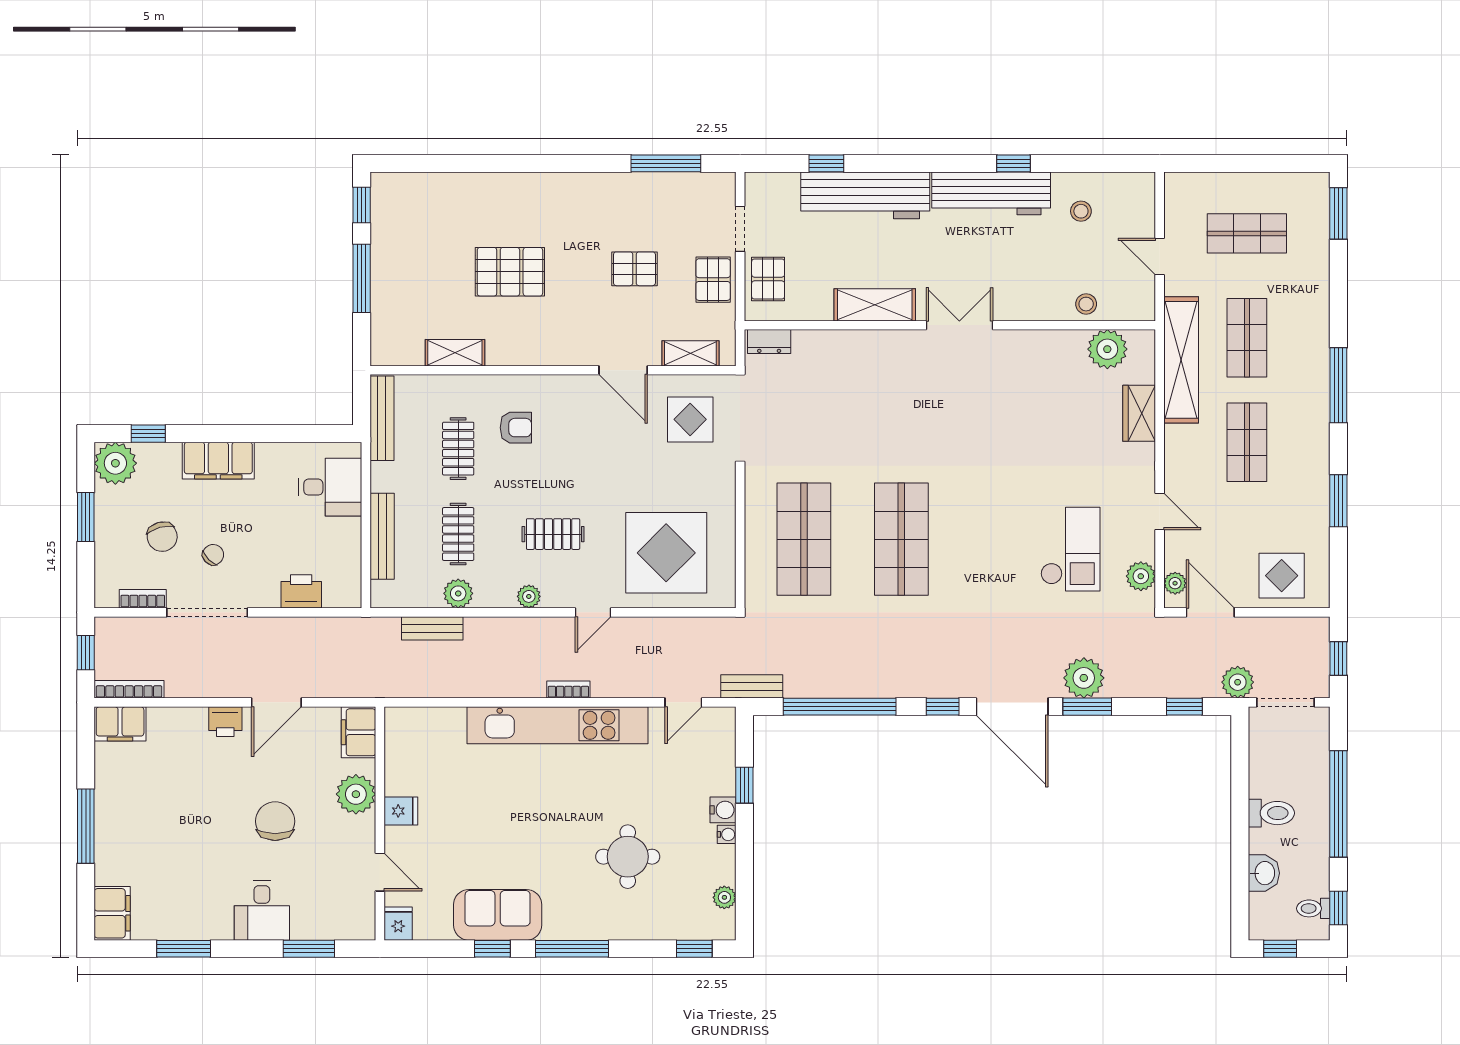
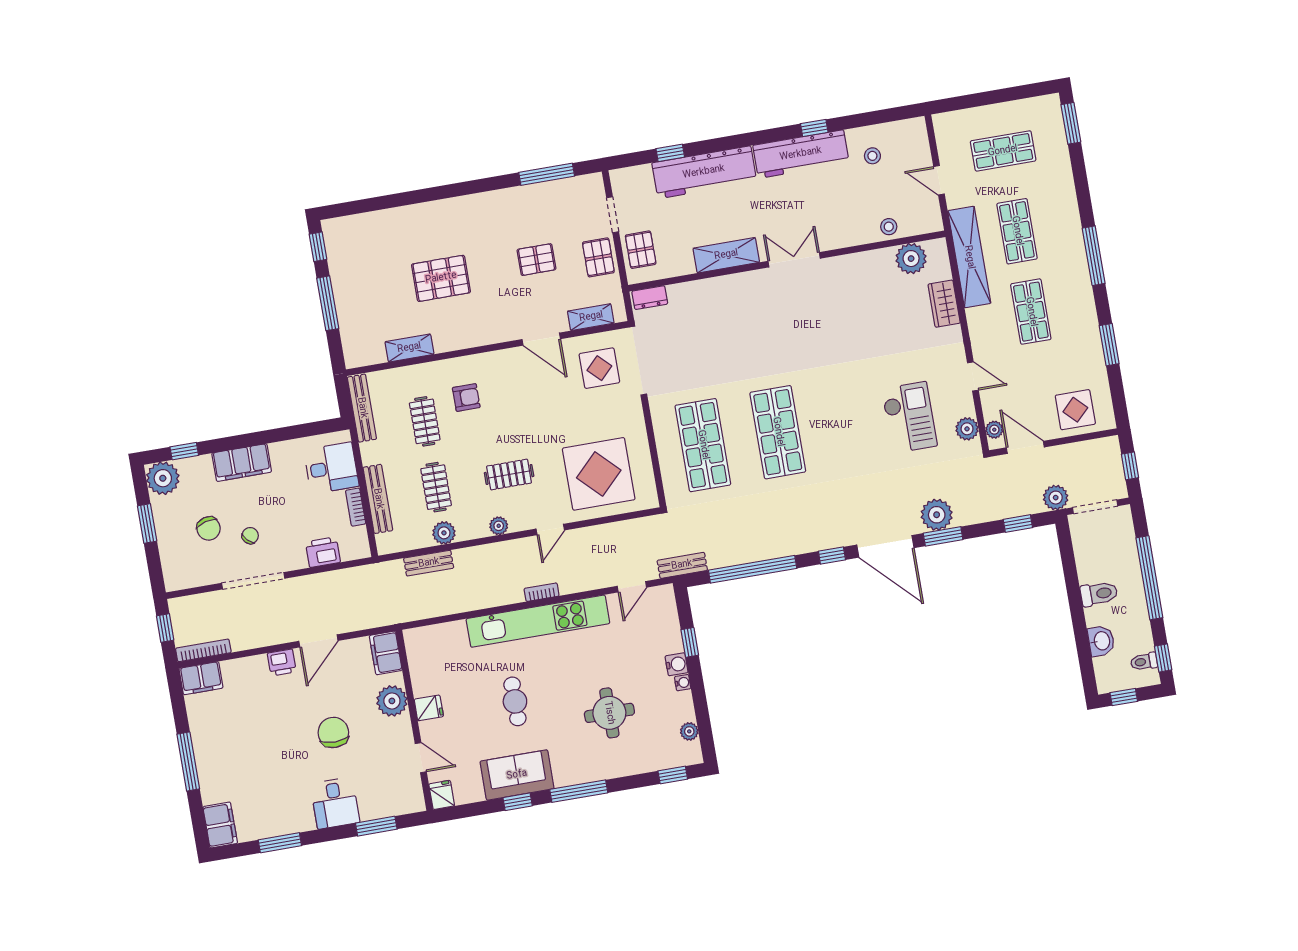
bookcase: (143, 599) -> (356, 507), moved, turned -90
cafe table: (511, 822) -> (515, 701), added

